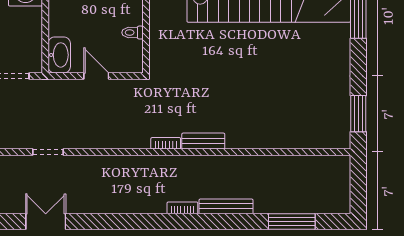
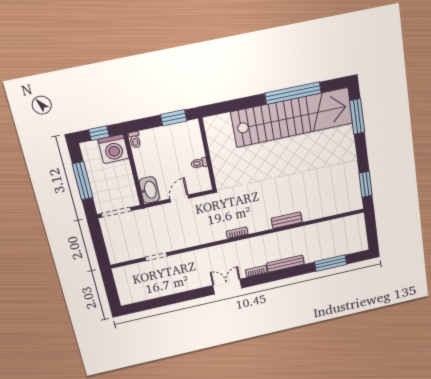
door: (96, 76) -> (179, 199), hinge flipped
bench: (203, 141) -> (287, 220), moved
double door: (46, 222) -> (227, 287), moved

